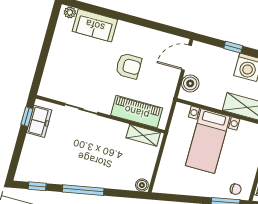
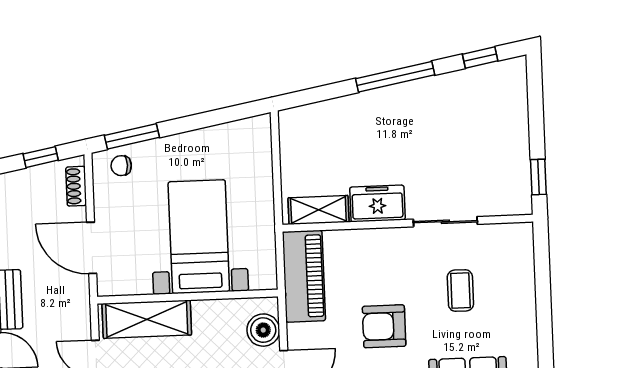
coffee table: (84, 72) -> (460, 291), added
piano: (137, 112) -> (304, 276), moved, turned -90
freezer: (39, 121) -> (377, 203), moved, turned 90
boiler: (142, 185) -> (292, 119), removed

